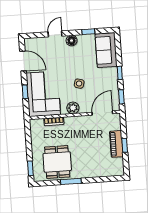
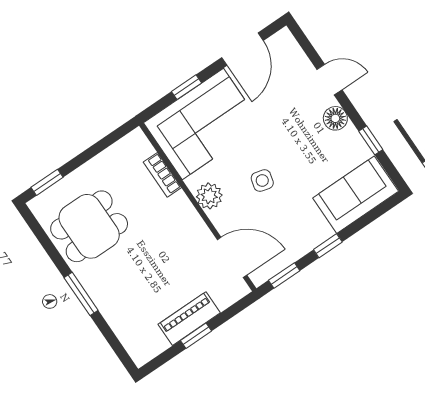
window: (71, 181) -> (81, 294), moved

